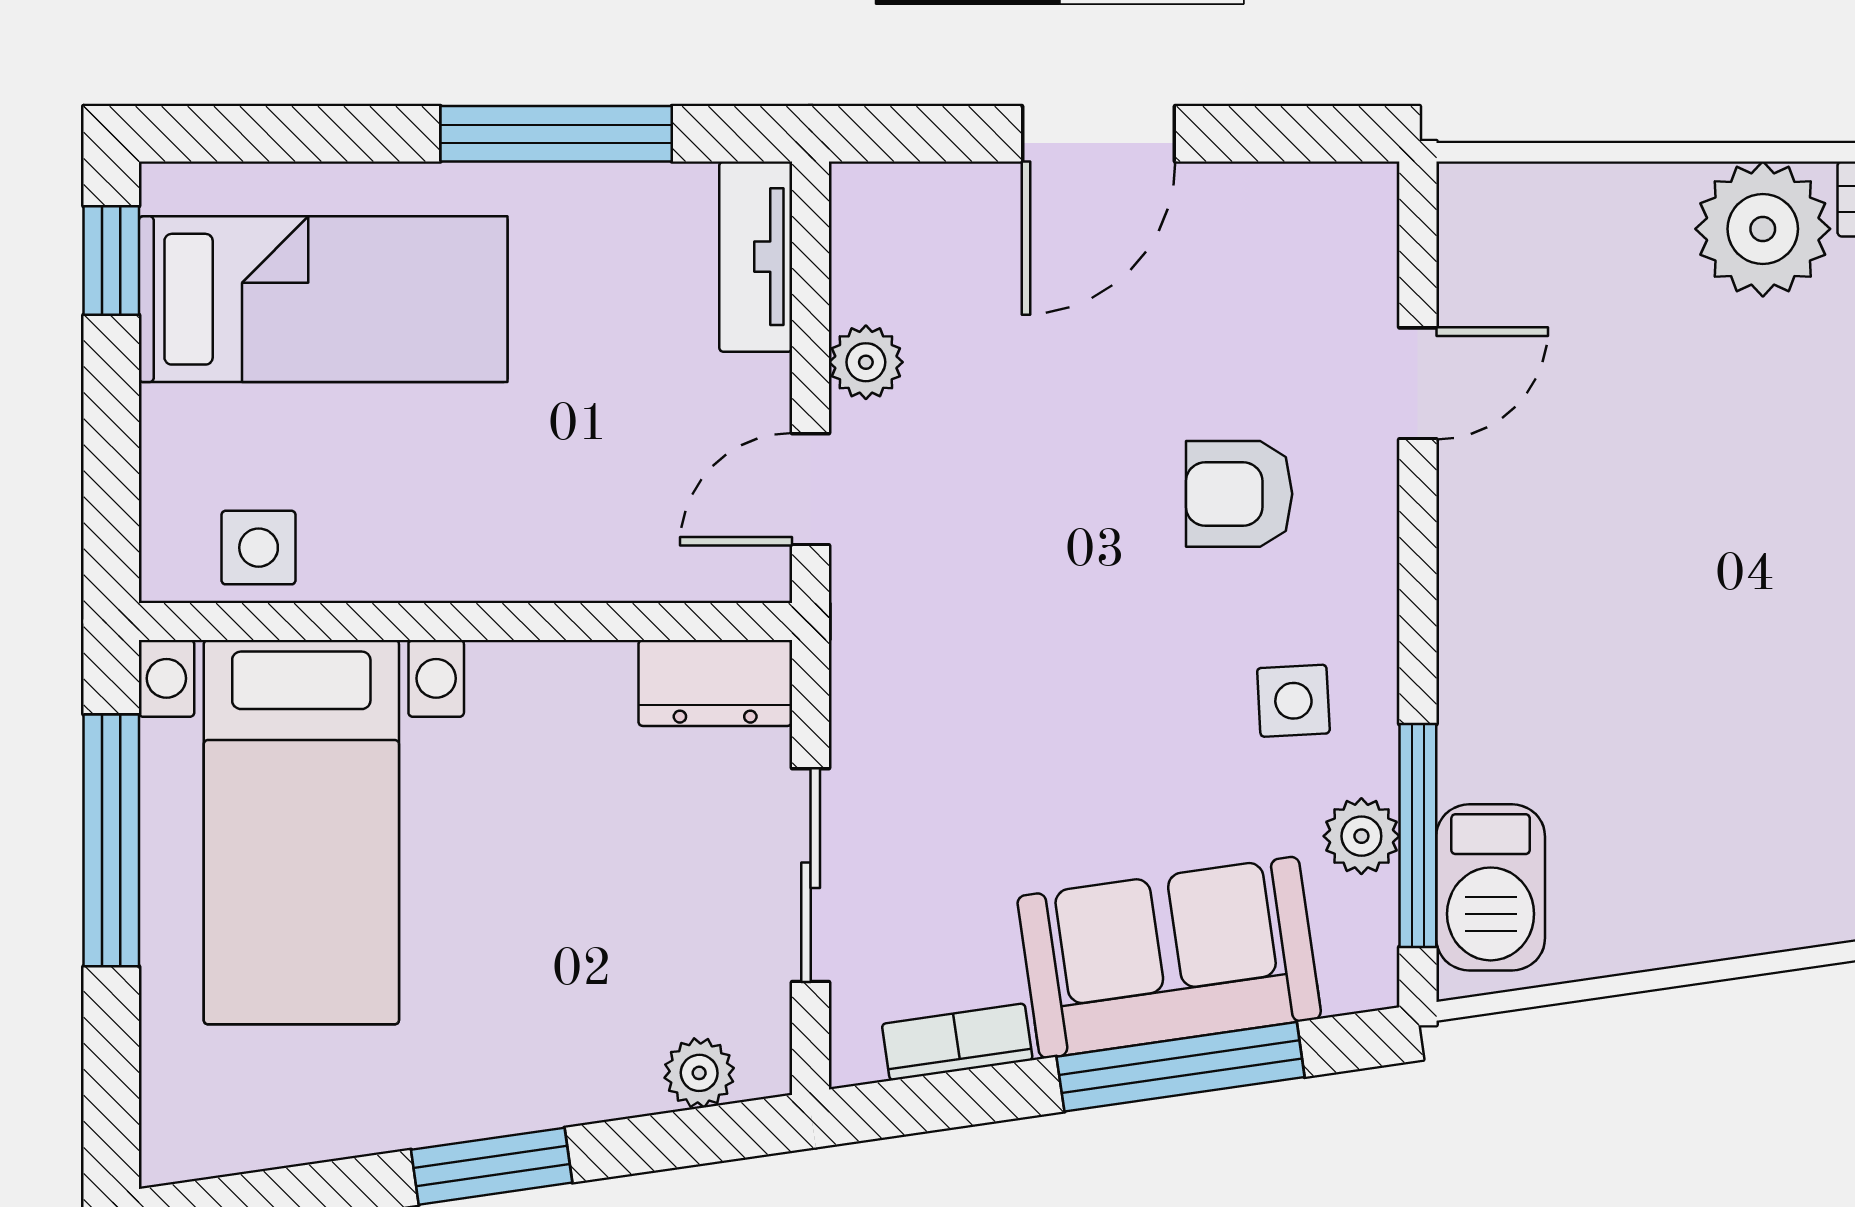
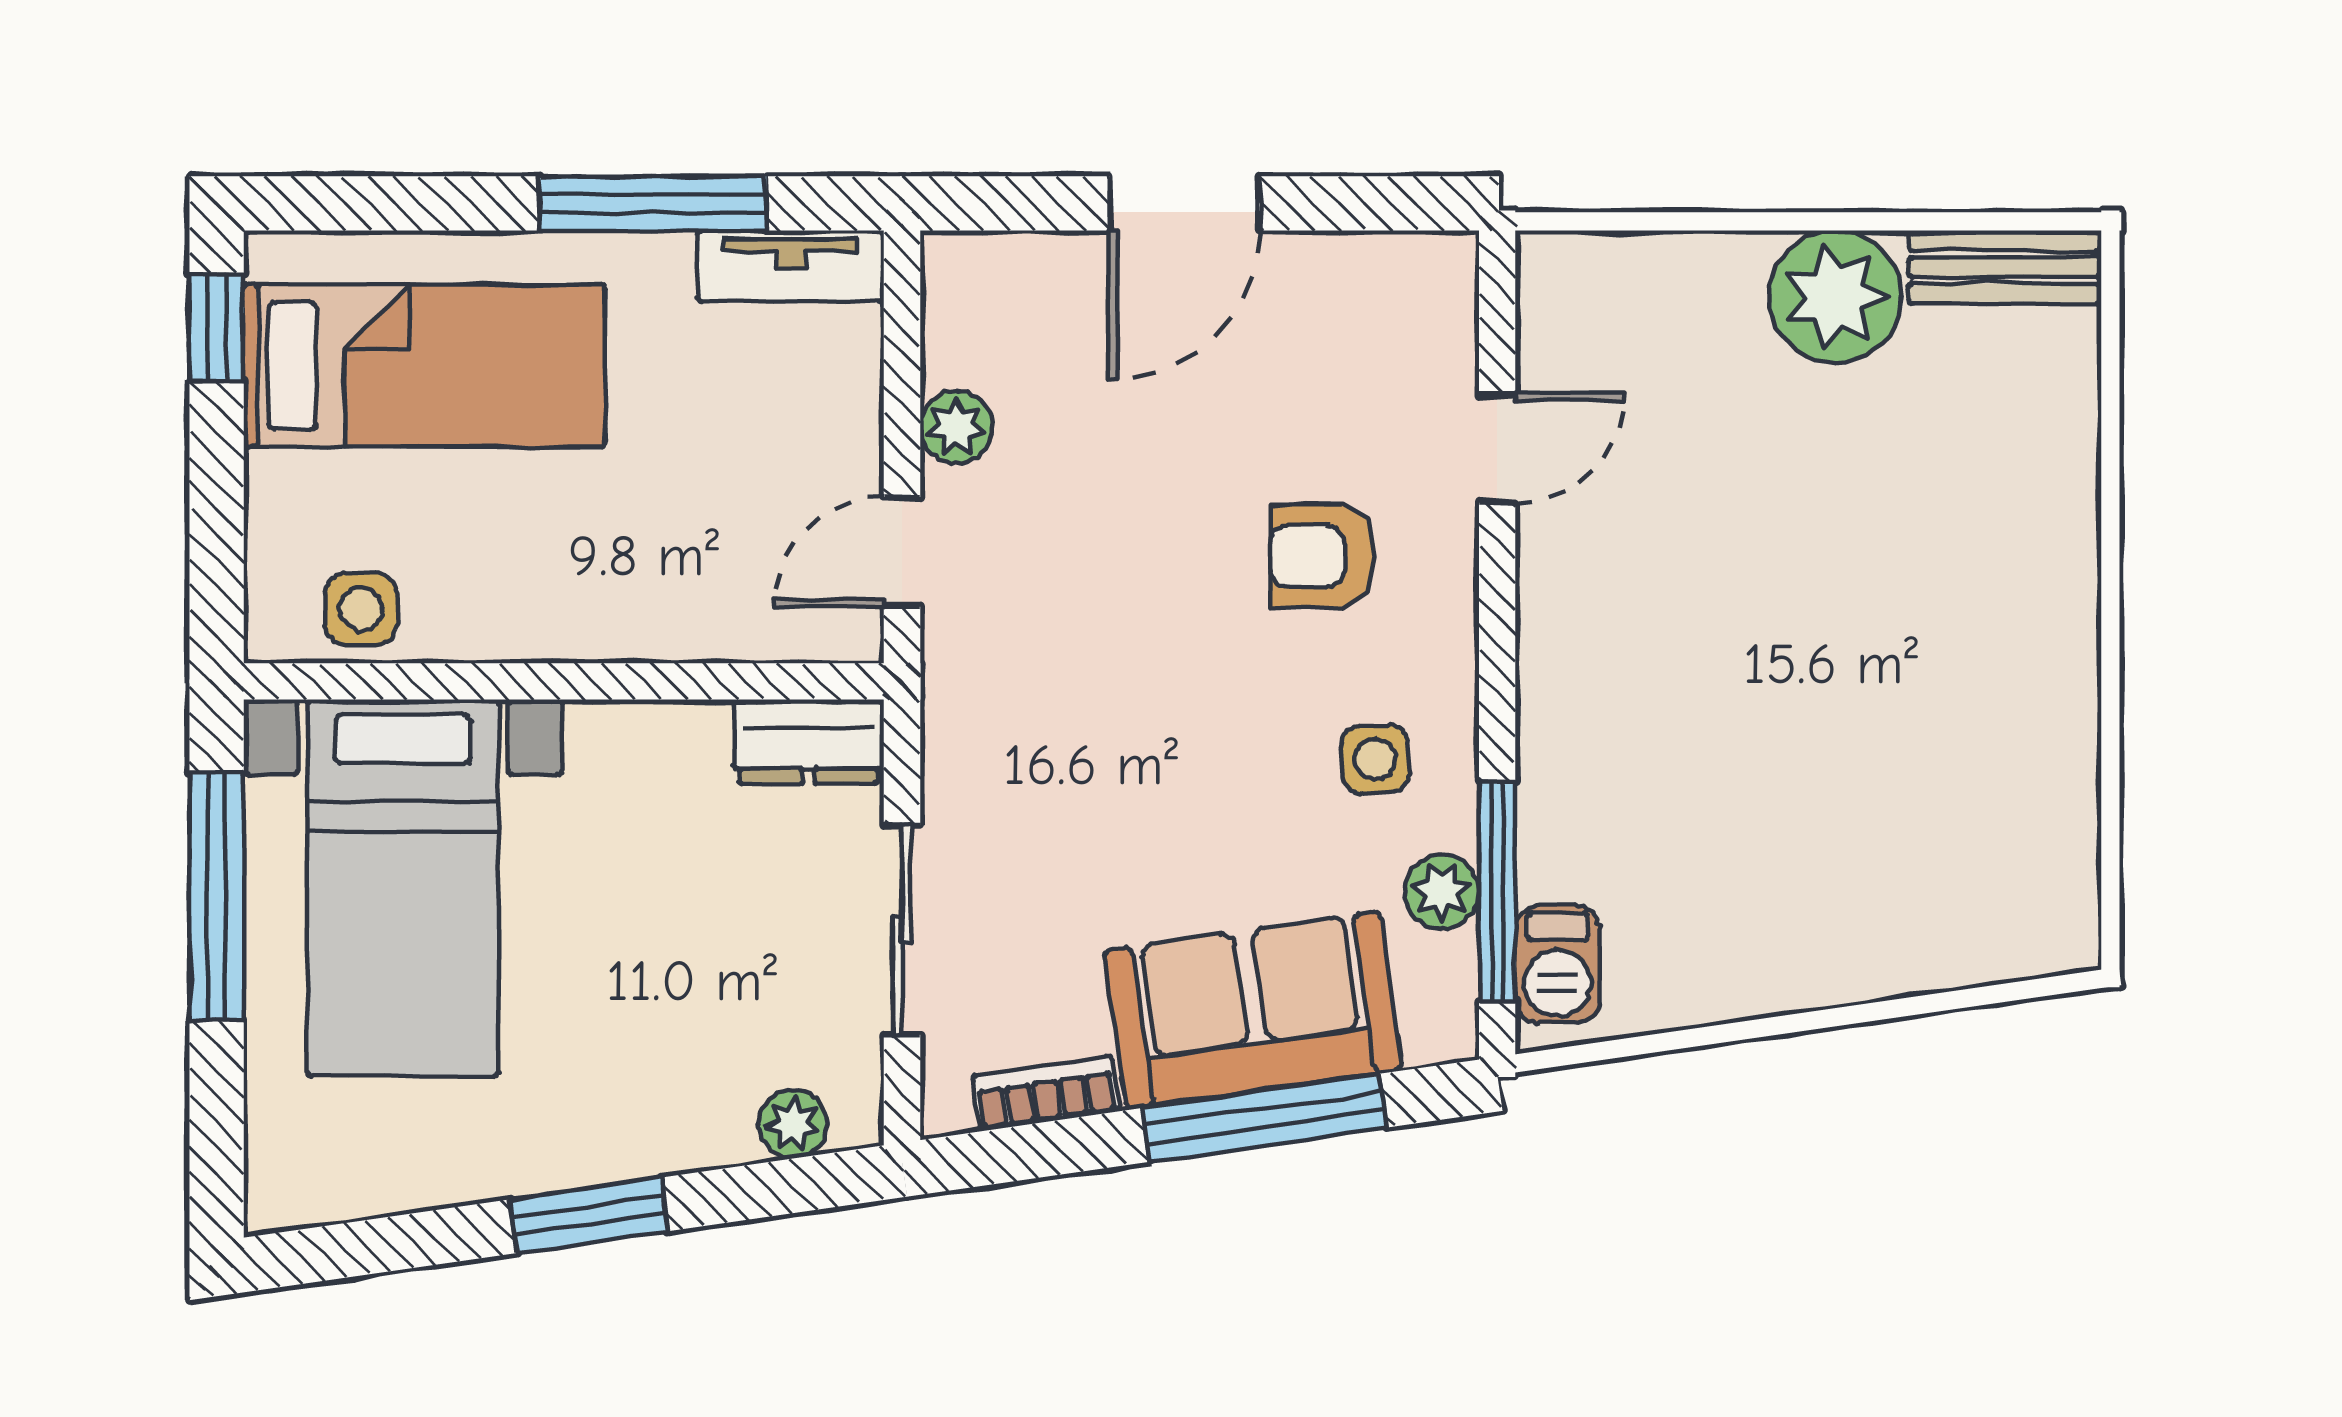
tv unit: (756, 257) -> (791, 266), moved, turned -90
barbecue: (1491, 887) -> (1557, 964), width x0.73, depth x0.79

